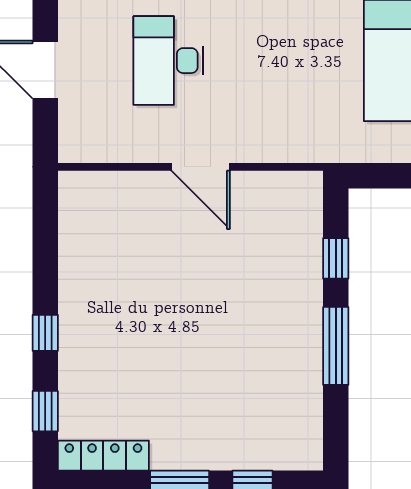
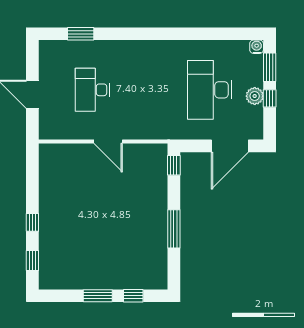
window: (336, 258) -> (174, 165), moved
locker: (103, 456) -> (61, 282), removed

